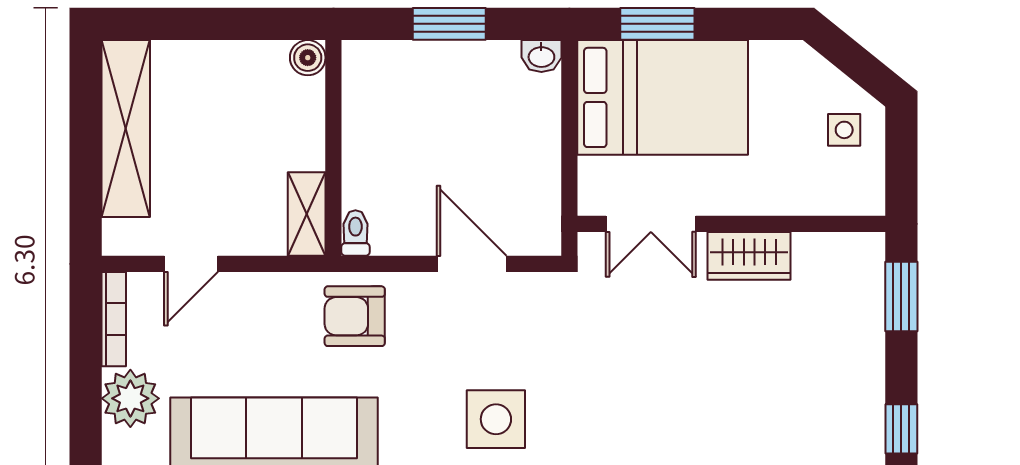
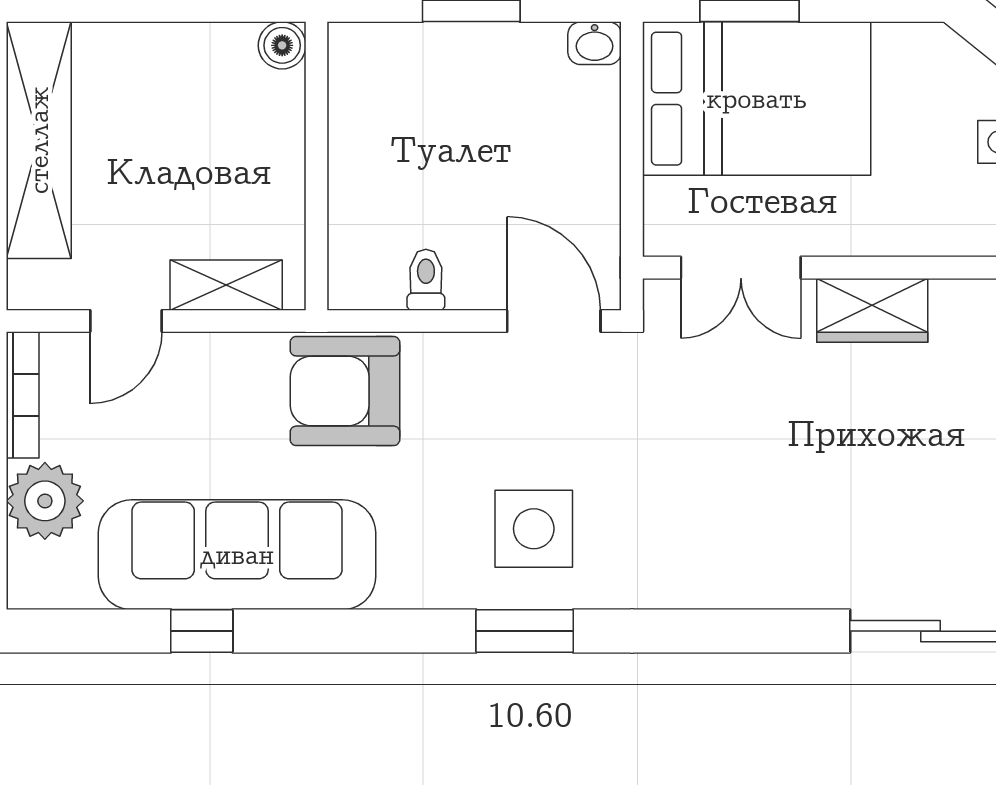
shelving: (307, 214) -> (226, 285), moved, turned 90
toilet: (355, 233) -> (426, 280), moved
door: (472, 264) -> (554, 321), moved
armchair: (355, 316) -> (345, 391), width x1.36, depth x1.36

